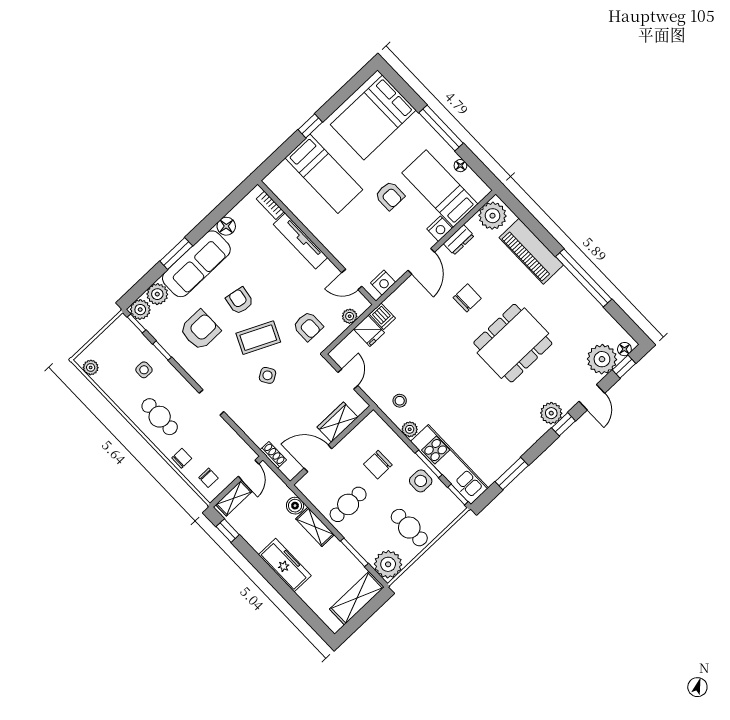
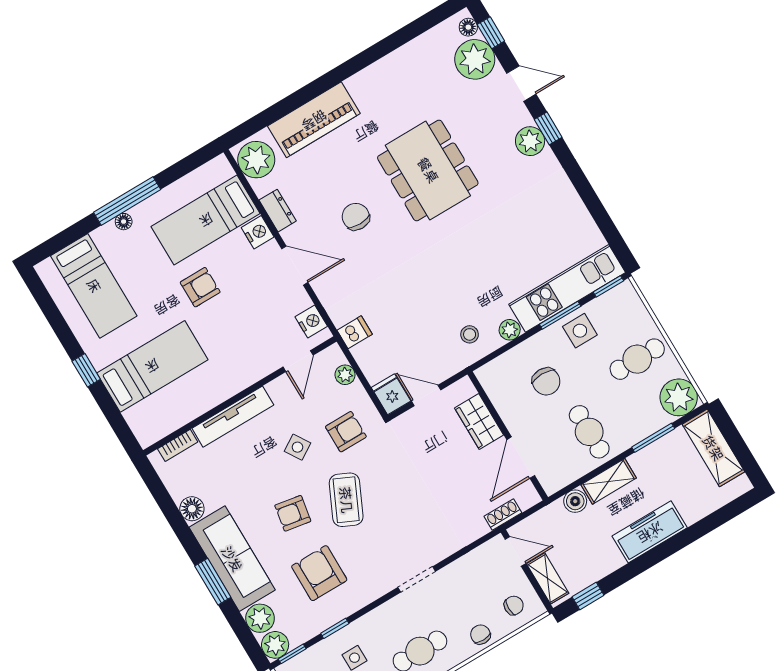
bed: (373, 117) -> (94, 286), width x0.67
floor lamp: (460, 166) -> (124, 222), moved
window: (584, 278) -> (364, 59), removed
fridge: (369, 331) -> (391, 394), moved, turned -90
side table: (268, 375) -> (297, 447), moved
window: (512, 474) -> (597, 210), removed

